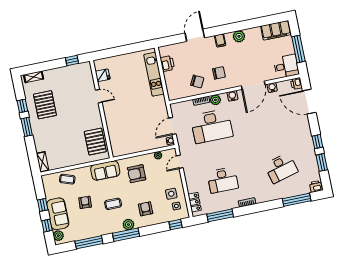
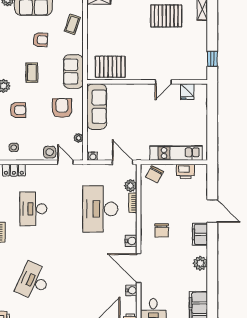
filing cabinet: (220, 40) -> (200, 234), width x2.00
chair: (197, 81) -> (154, 174), moved
plant: (215, 100) -> (130, 186), moved
door: (172, 126) -> (123, 162), moved
sofa: (130, 146) -> (97, 107), added
desk: (281, 168) -> (33, 281), turned 39
side table: (171, 194) -> (50, 152), moved

